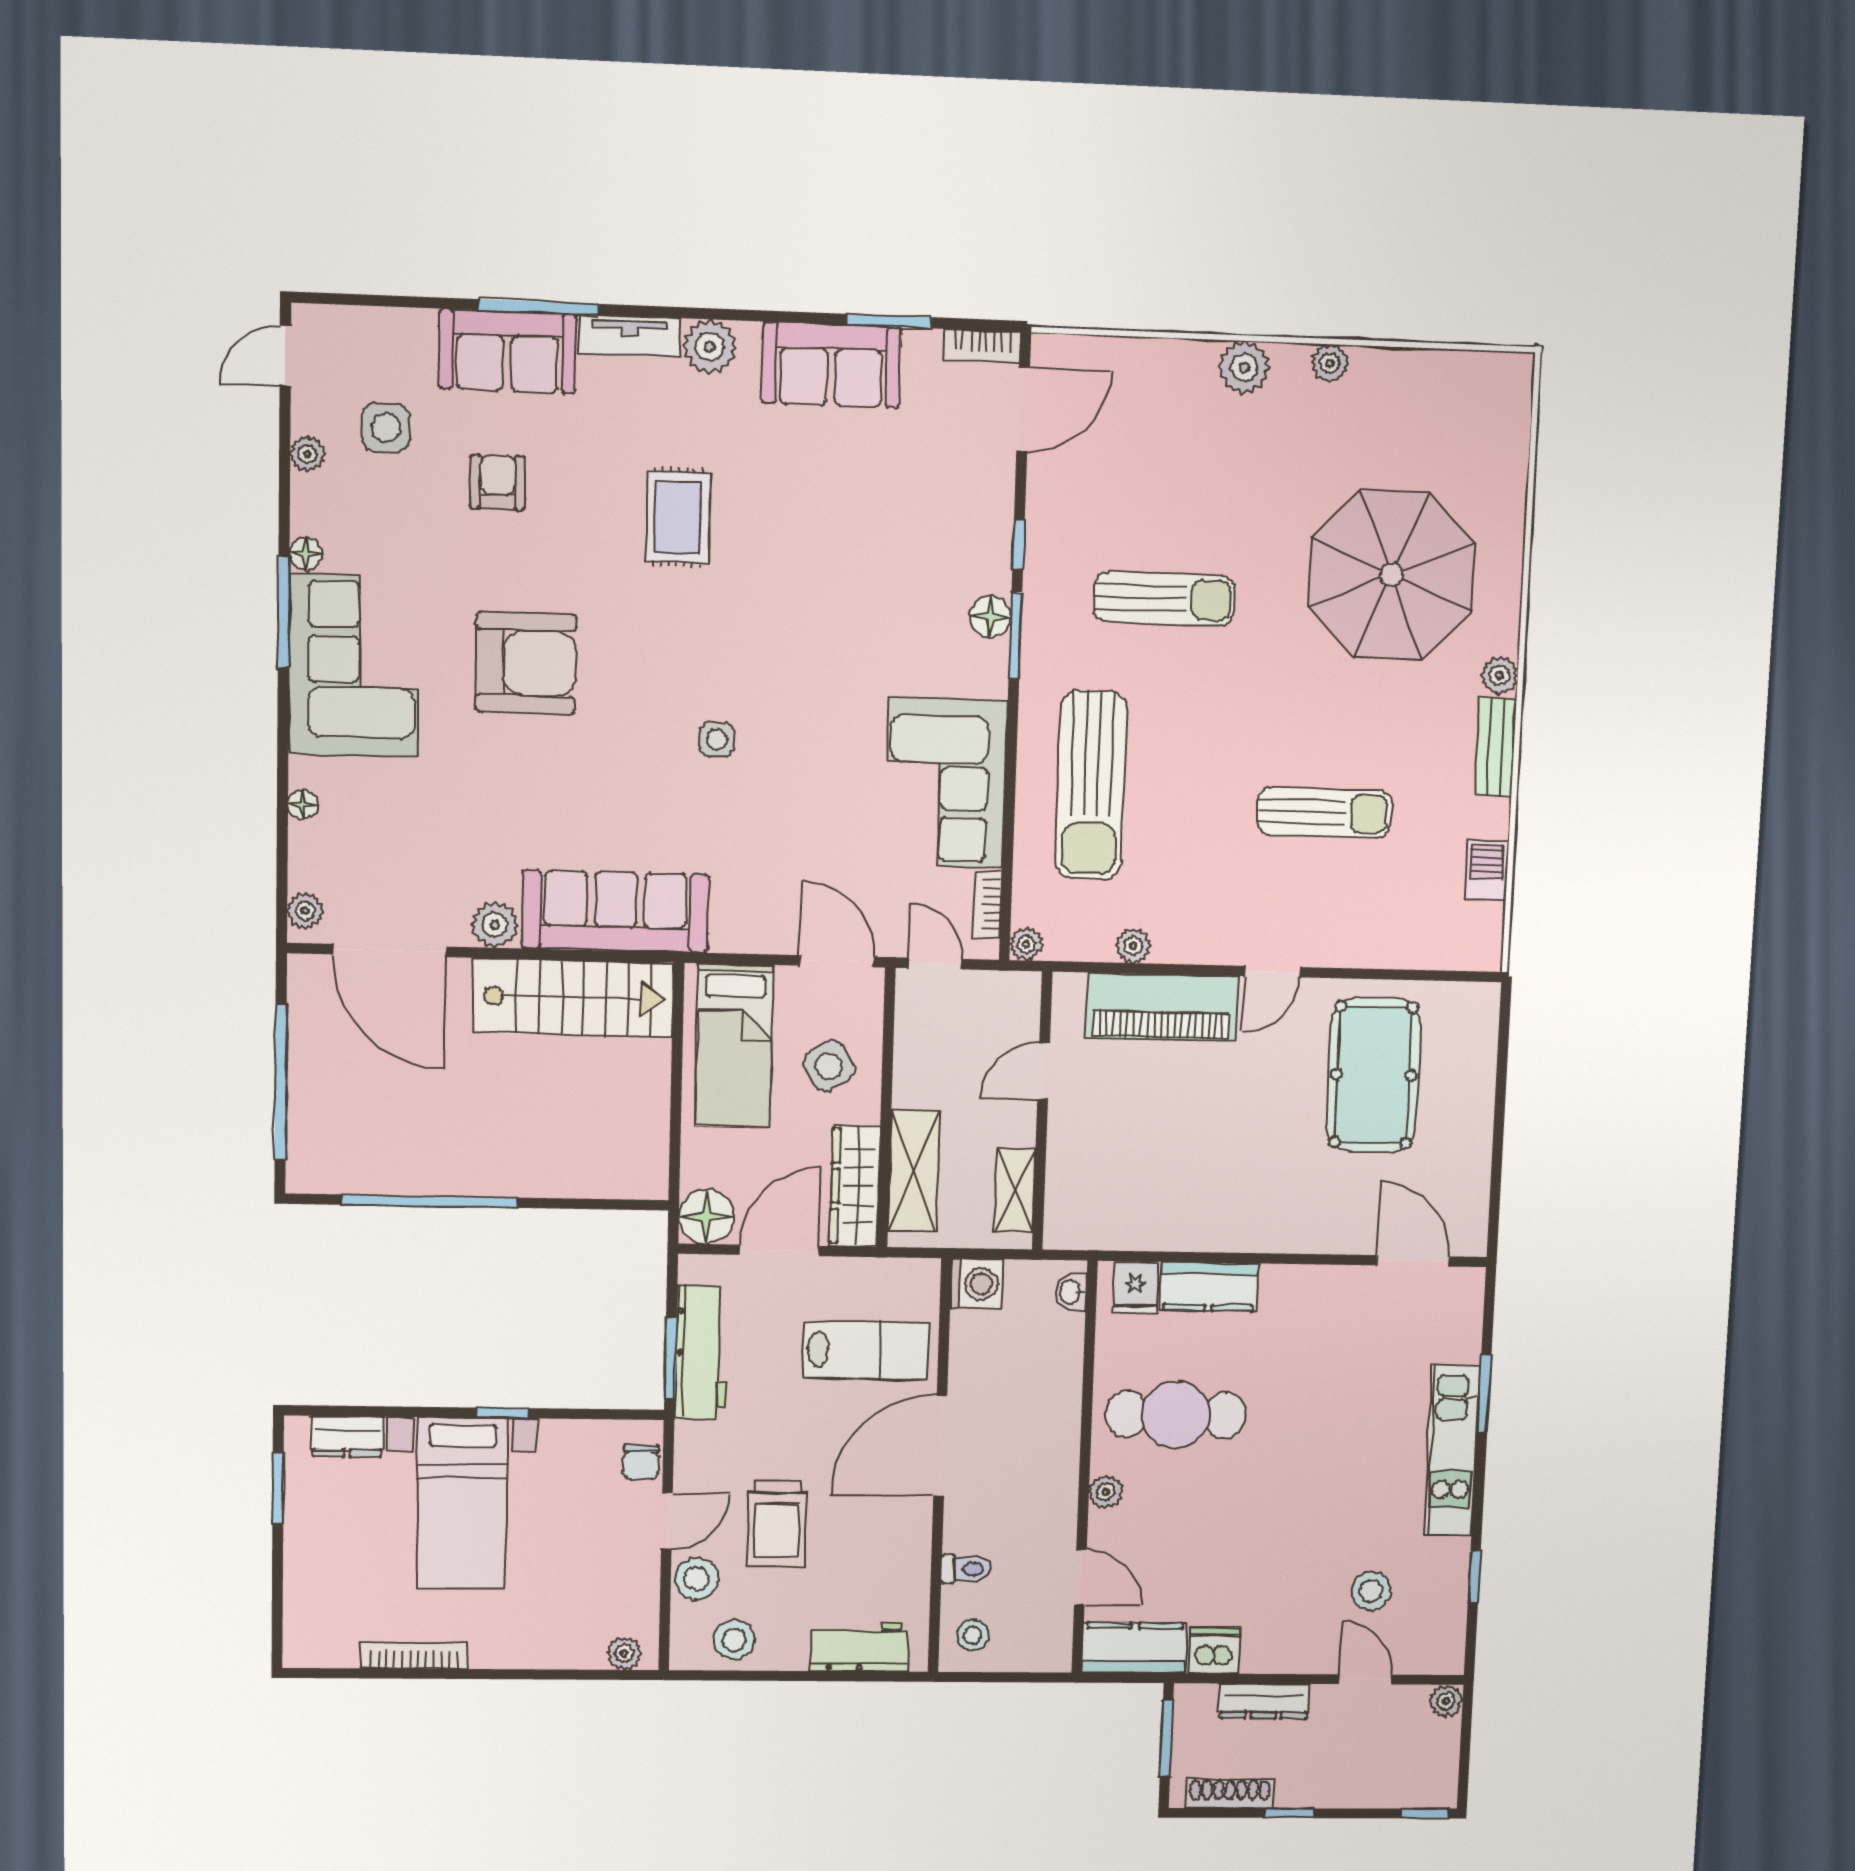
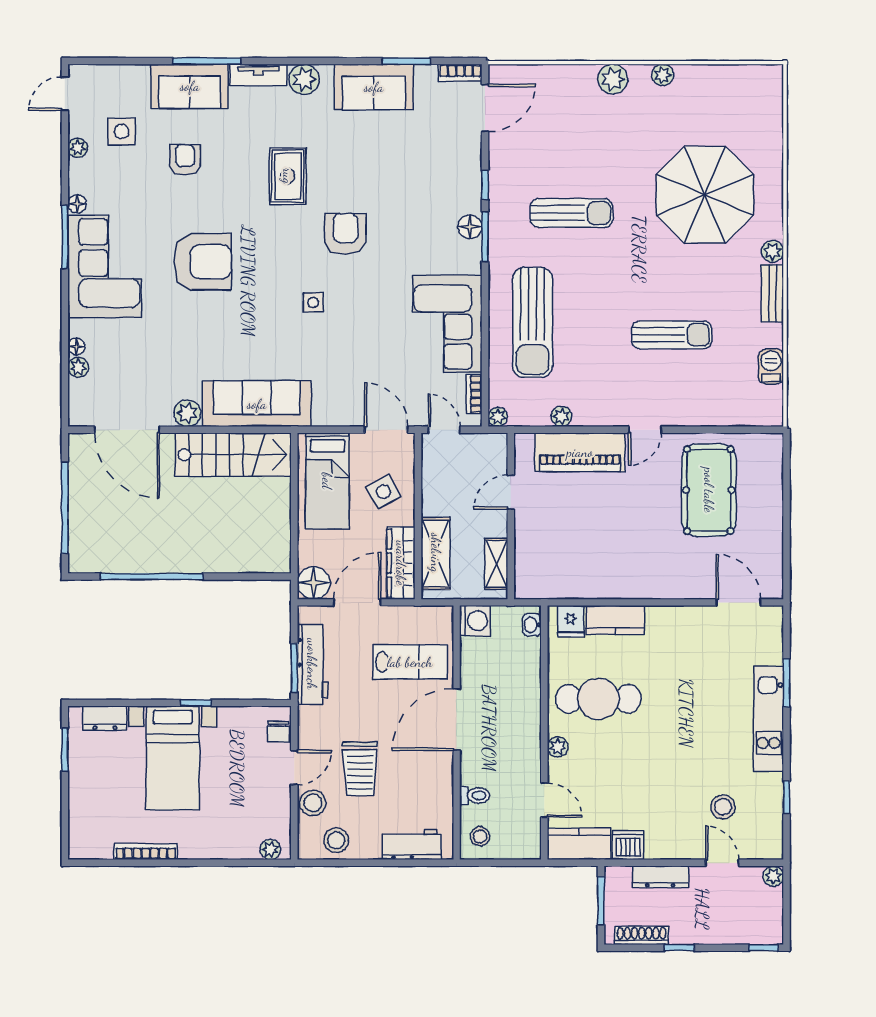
armchair: (776, 622) -> (346, 234), added
plant: (305, 911) -> (78, 367), moved

